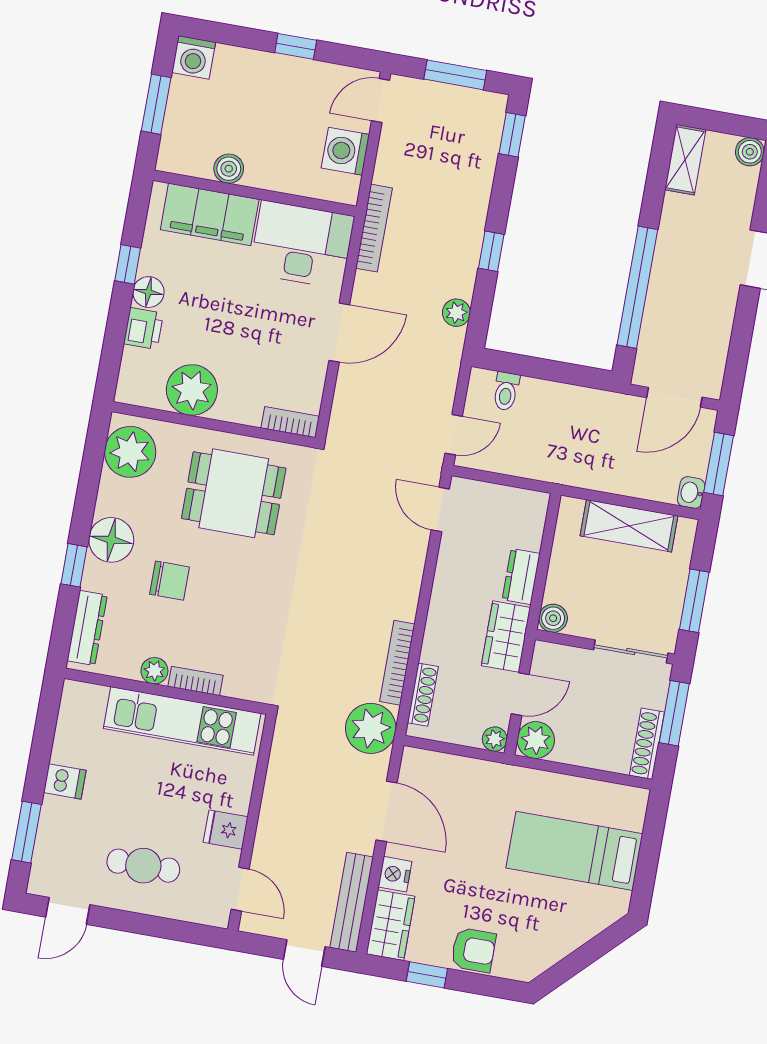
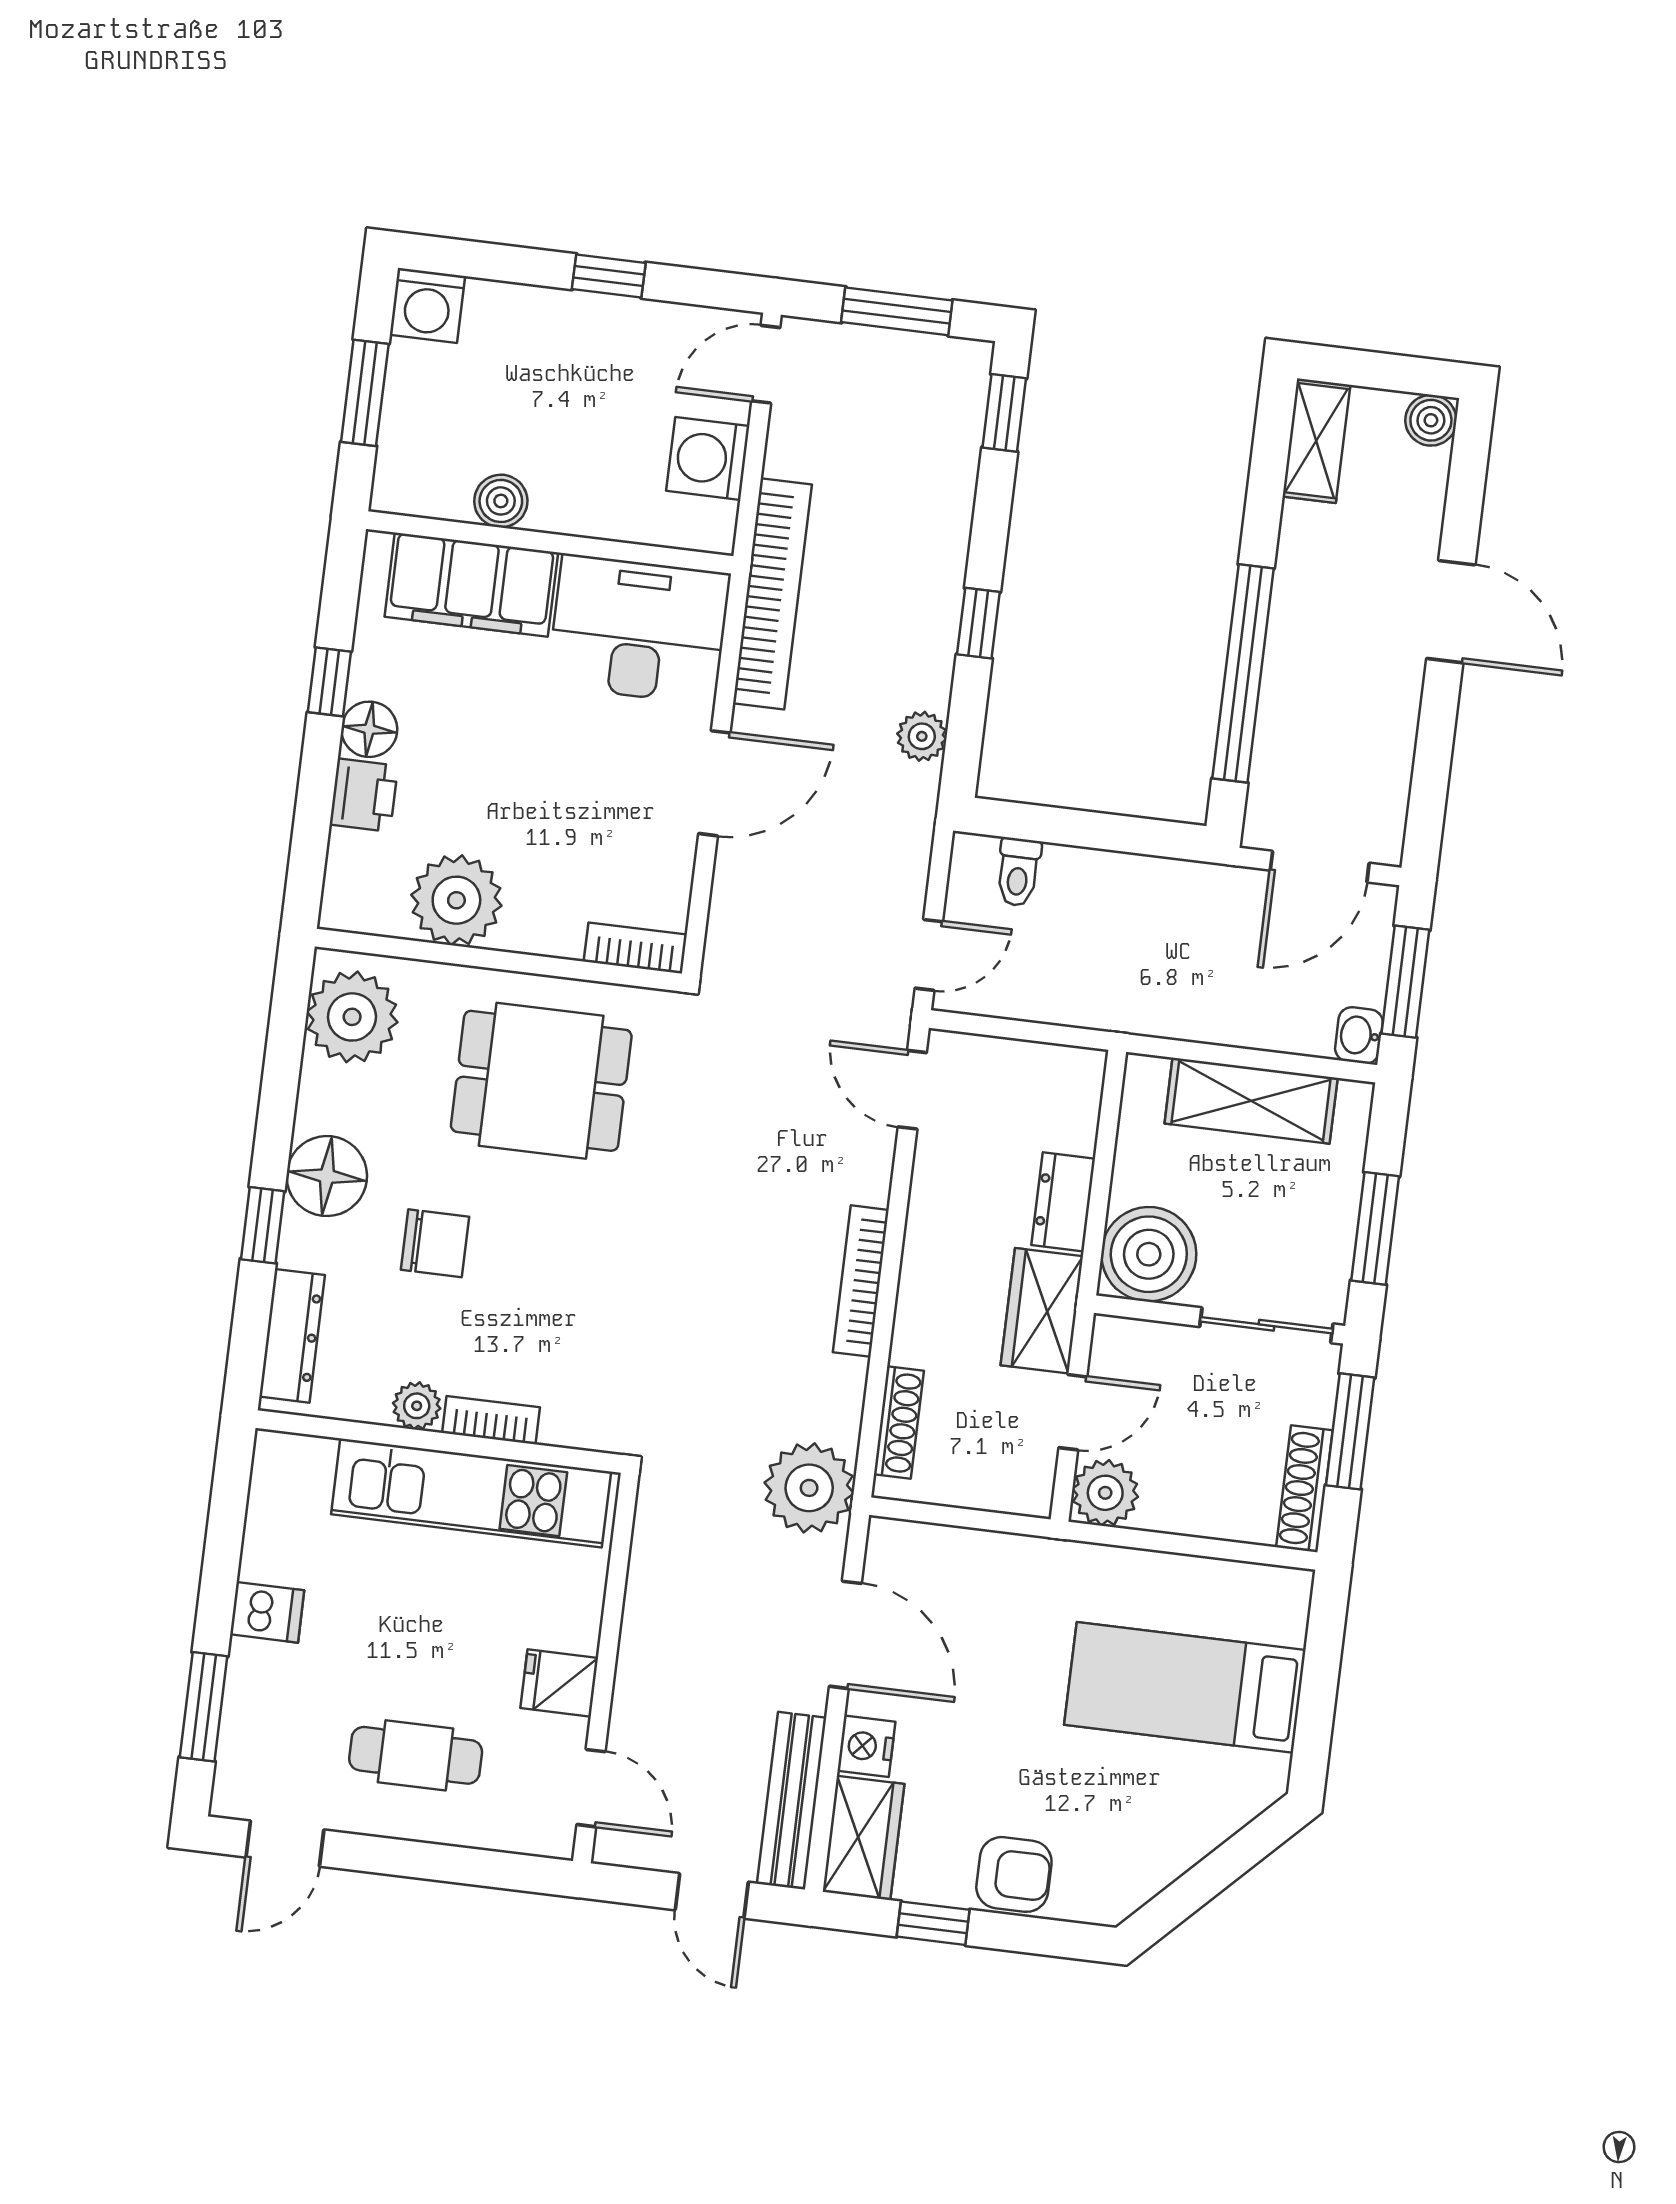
bookcase: (374, 228) -> (772, 594), width x1.48, depth x1.31
boiler: (553, 618) -> (1149, 1254), width x1.86, depth x1.86
bookcase: (397, 663) -> (861, 1281), moved
plant: (495, 739) -> (1032, 1495), removed

